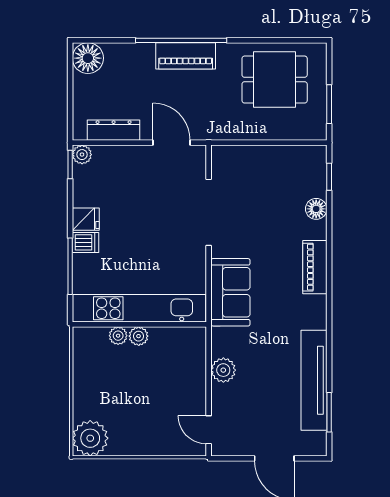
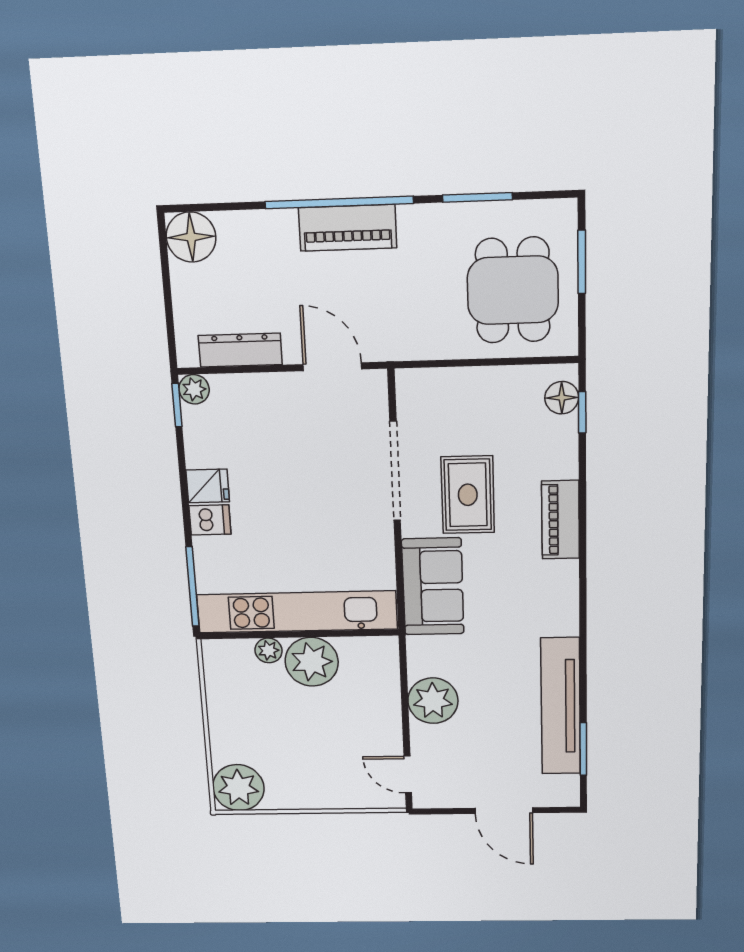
window: (266, 40) -> (477, 197), added
dining table: (275, 80) -> (513, 290), moved, turned 90
window: (329, 104) -> (582, 262), moved
floor lamp: (316, 209) -> (562, 398), moved
rug: (255, 230) -> (468, 495), added
window: (70, 266) -> (192, 587), moved
piano: (315, 267) -> (561, 520), moved
plant: (139, 336) -> (312, 662), width x1.87, depth x1.87
plant: (223, 370) -> (433, 701), width x1.36, depth x1.36

